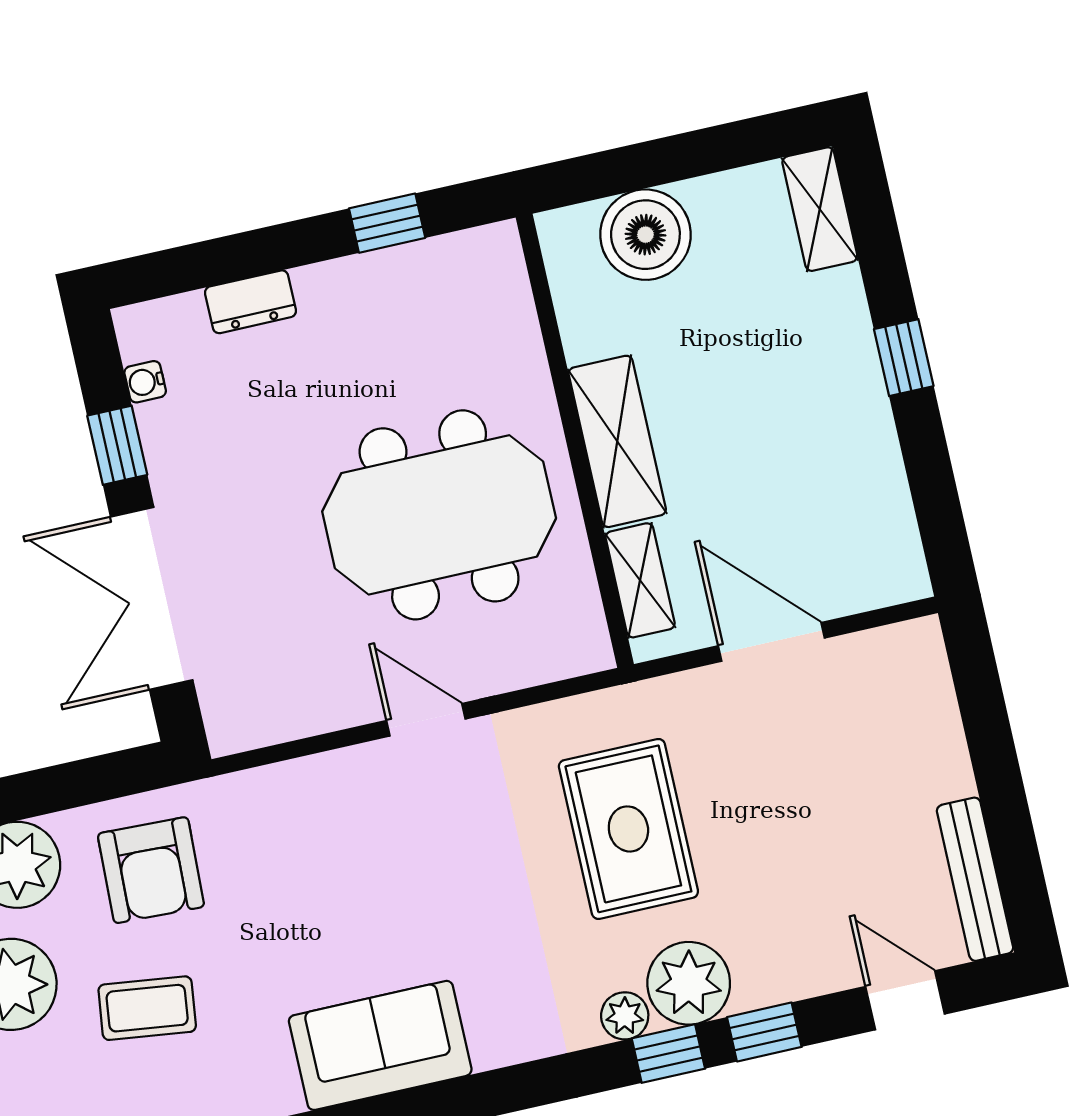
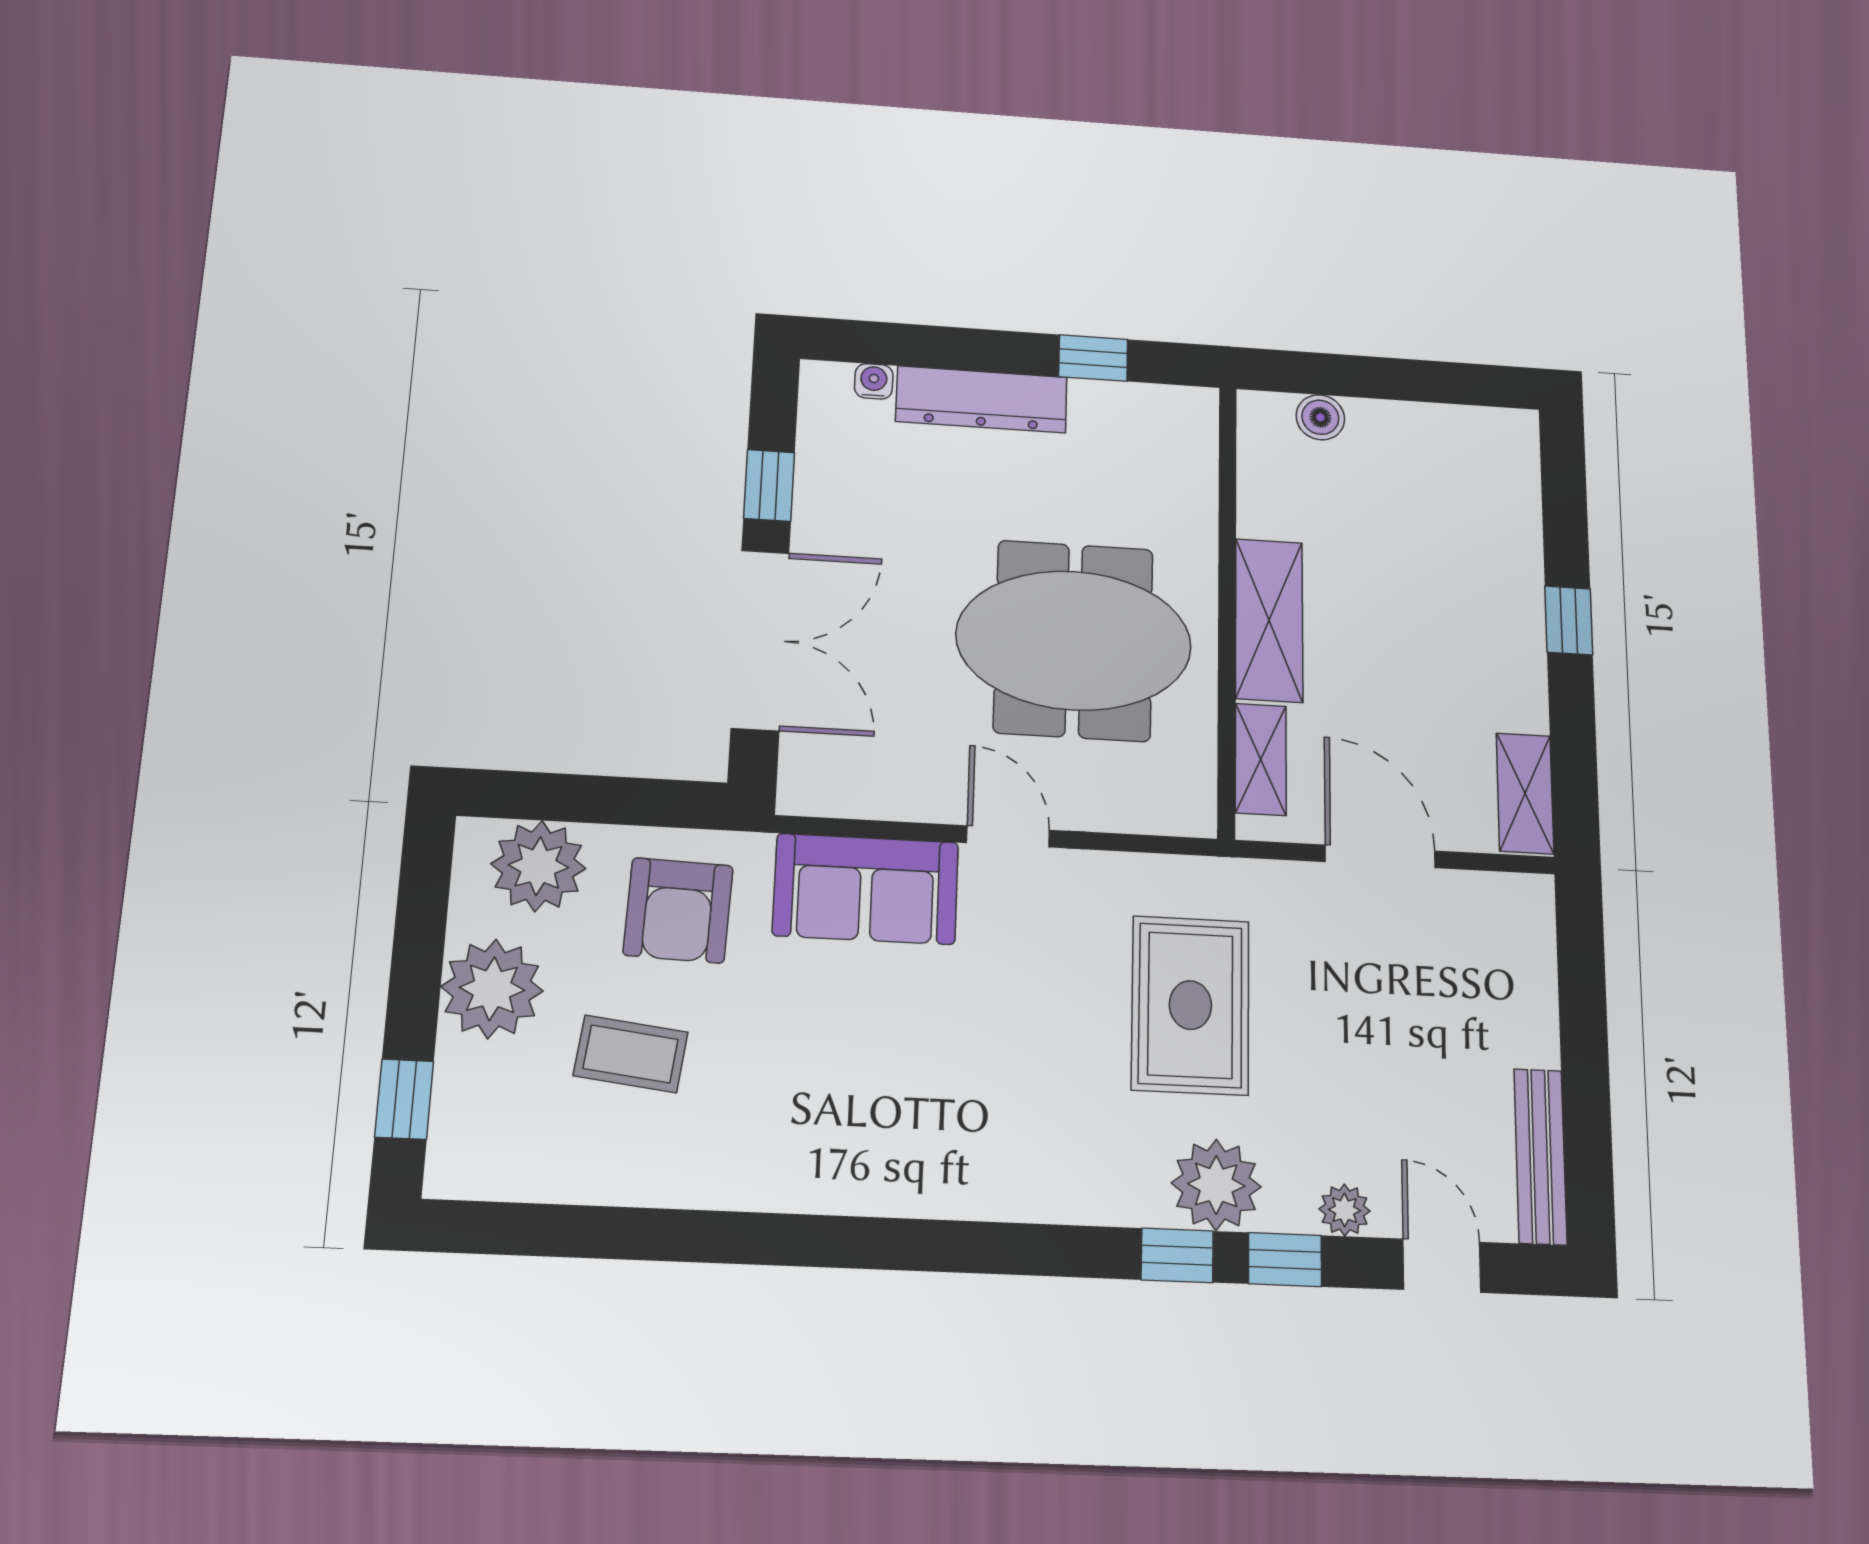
shelving: (820, 209) -> (1525, 793), moved
boiler: (645, 235) -> (1320, 417), width x0.54, depth x0.54
dresser: (250, 302) -> (982, 399), width x1.96, depth x1.24
water cooler: (145, 382) -> (874, 381), moved, turned 90
double door: (152, 598) -> (760, 640), swing flipped
plant: (625, 1016) -> (1345, 1210), moved
sofa: (380, 1045) -> (866, 889), moved, turned 180

